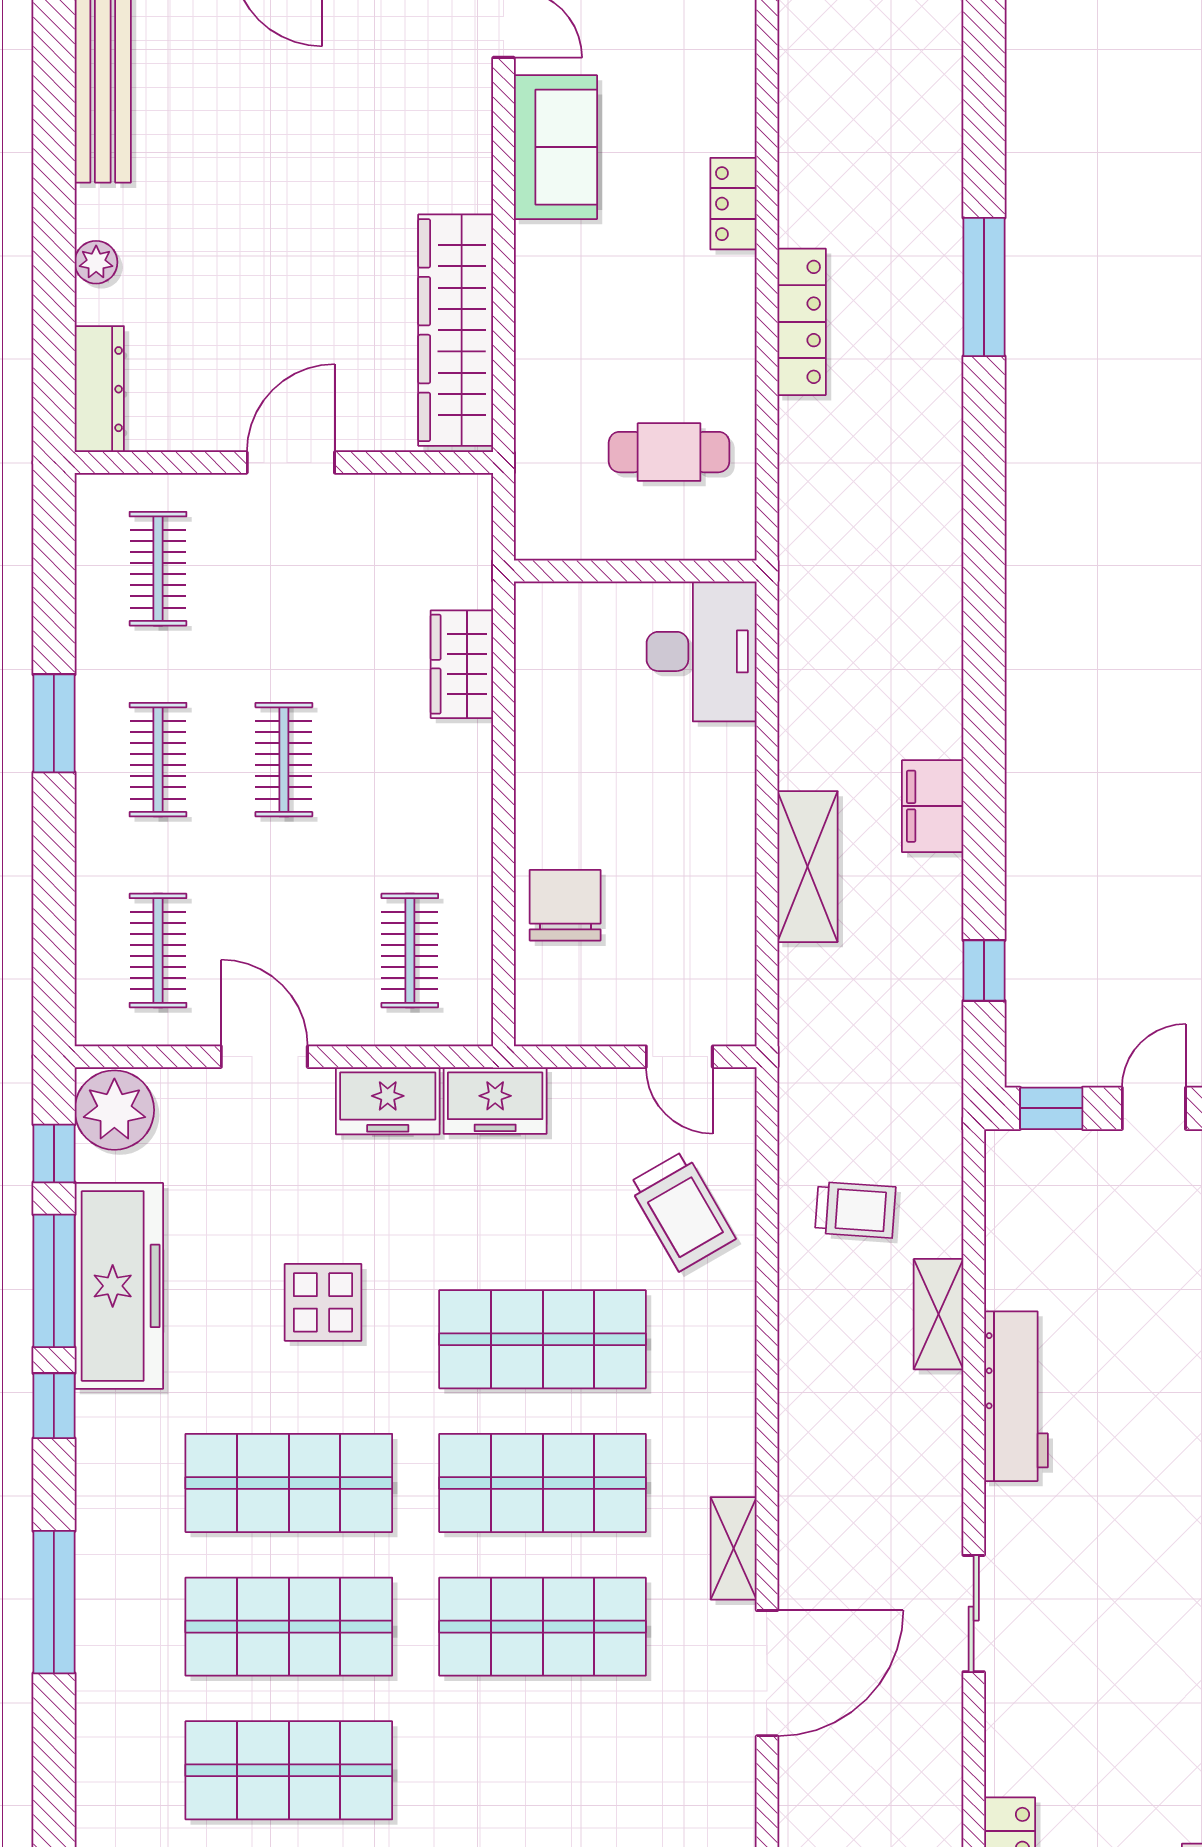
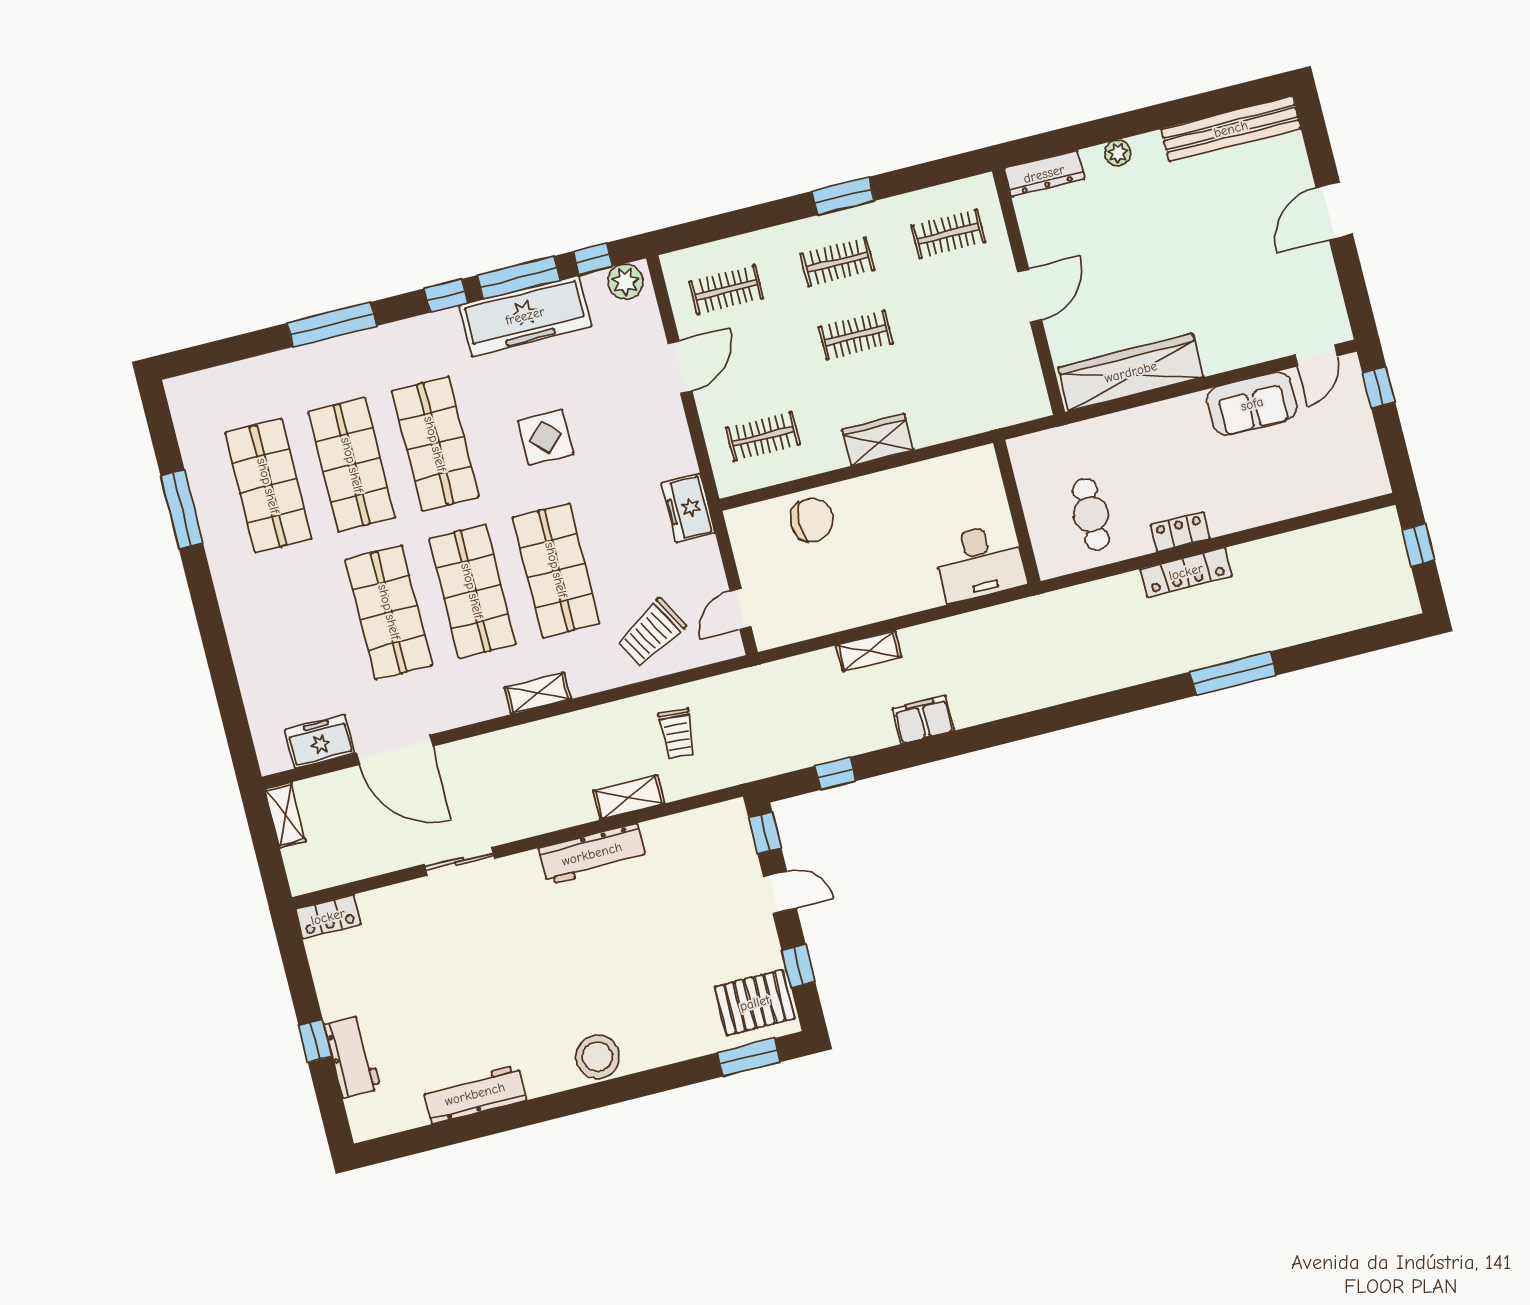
locker: (734, 204) -> (1180, 532), moved
door: (291, 463) -> (1030, 296), hinge flipped
wardrobe: (462, 664) -> (878, 440), moved
shelving: (808, 867) -> (869, 651), width x0.67, depth x0.75
freezer: (388, 1101) -> (320, 741), moved, turned 90
plant: (114, 1110) -> (625, 282), width x0.73, depth x0.73
shelving: (734, 1548) -> (538, 693), moved

